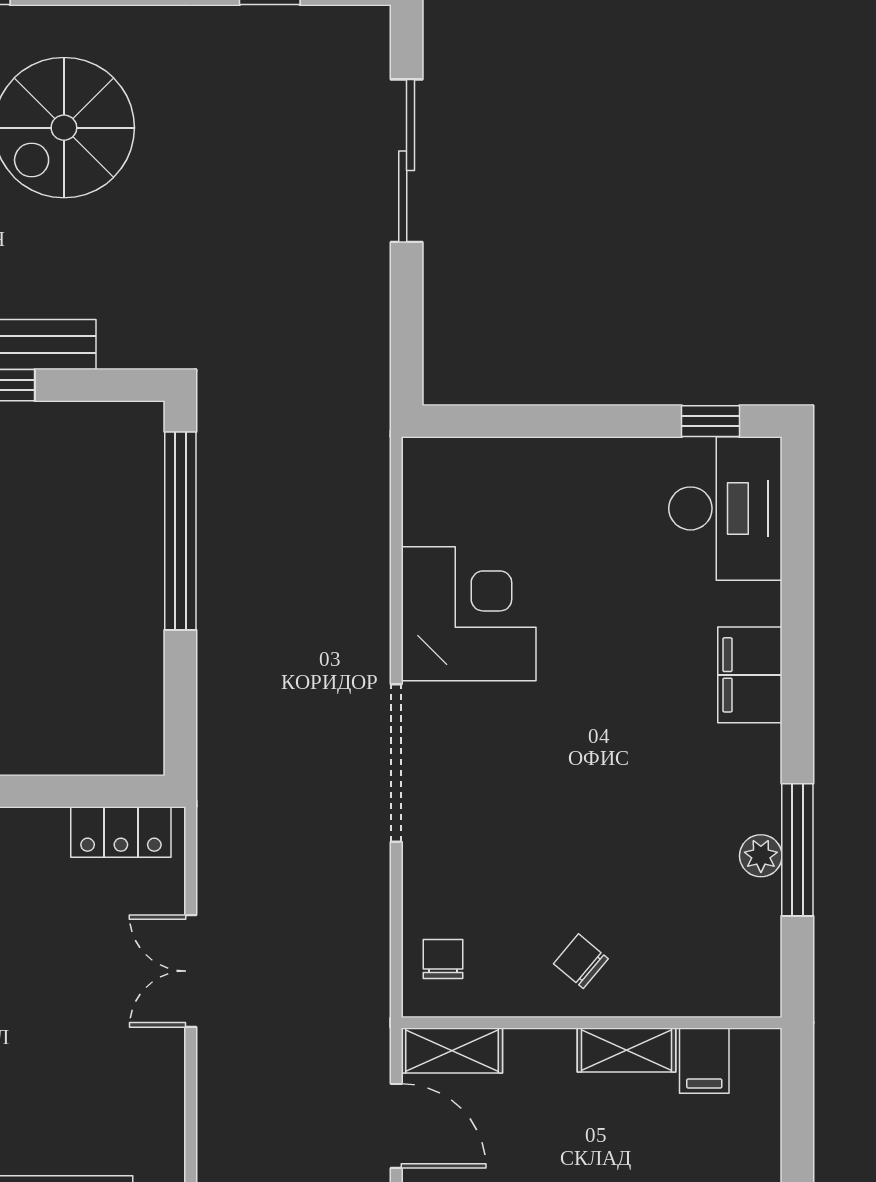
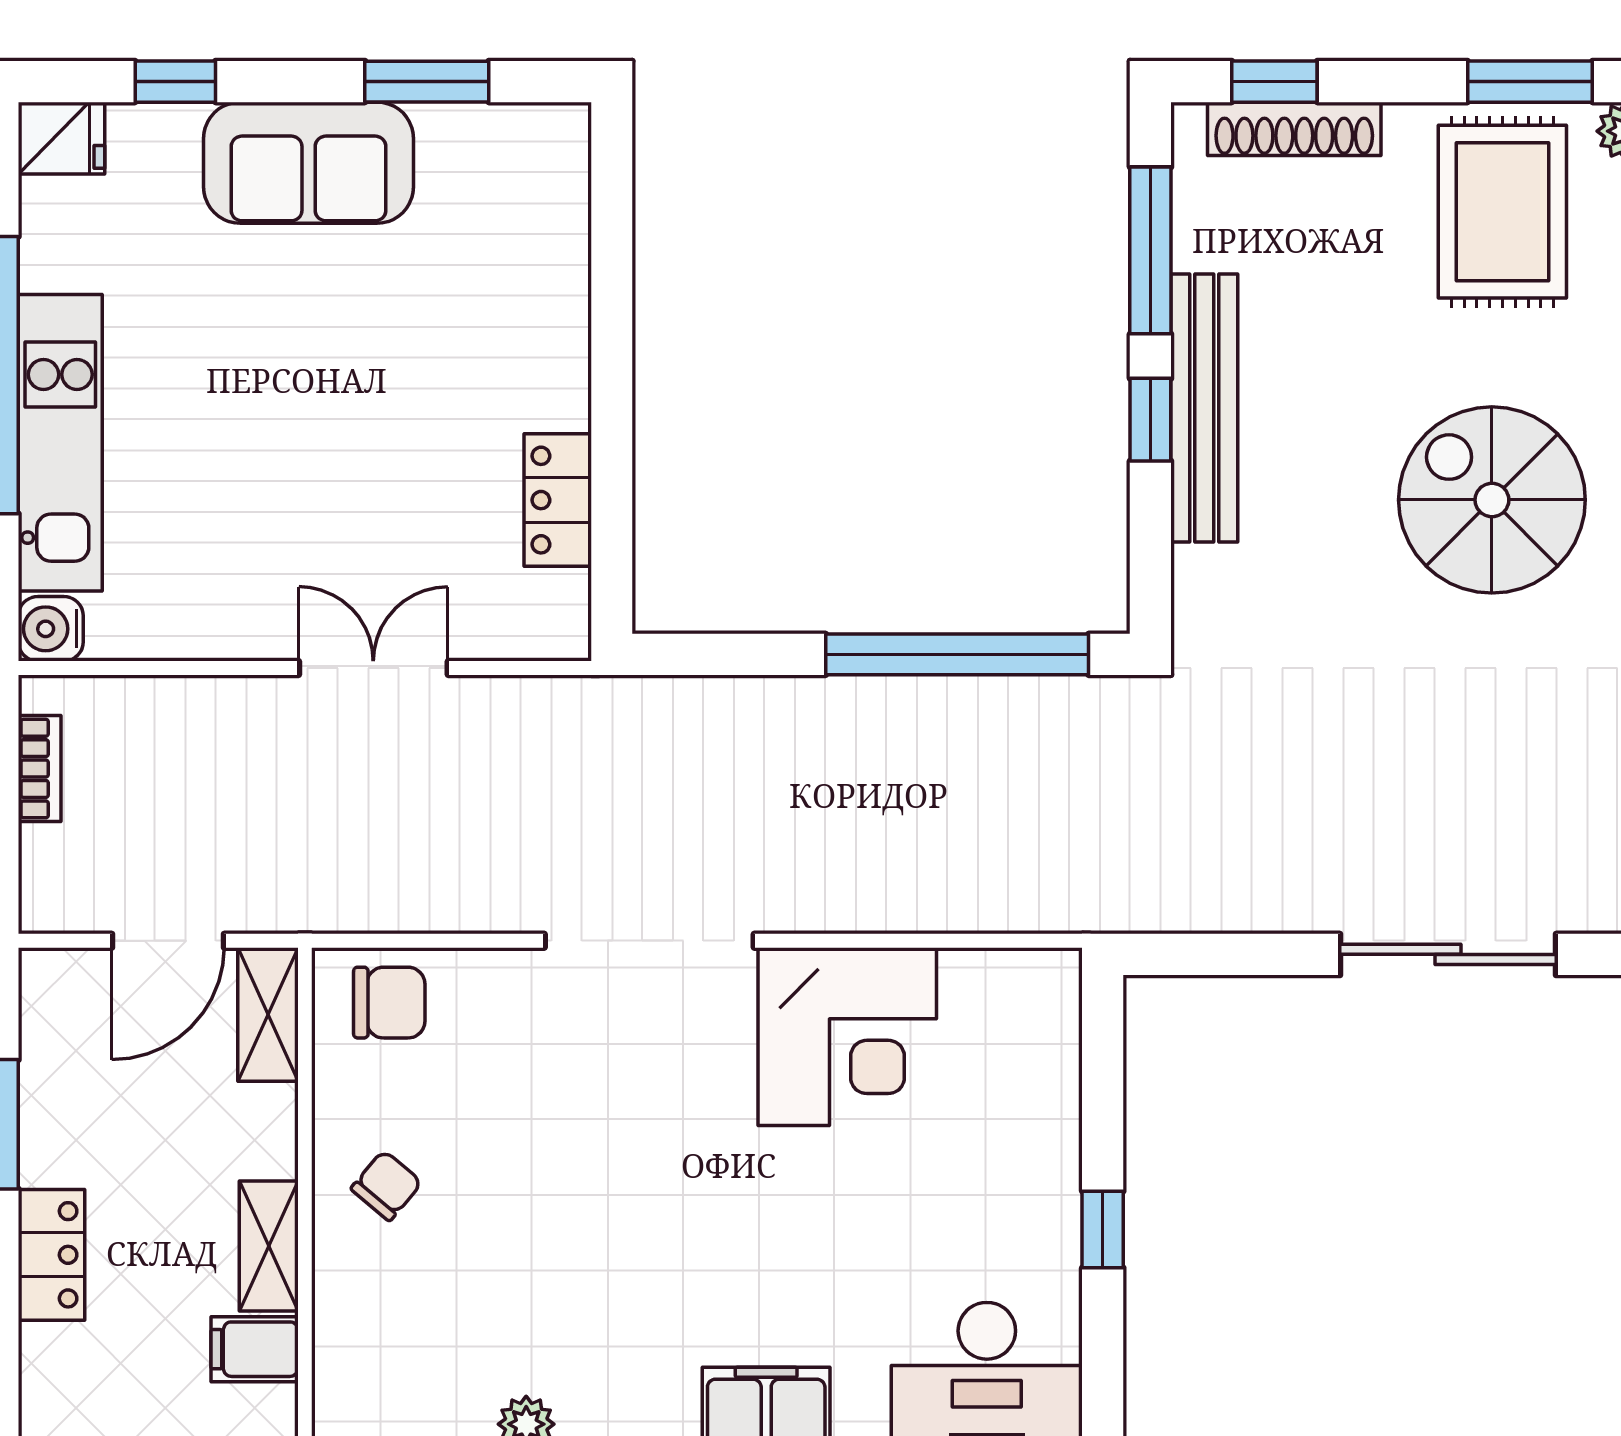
window: (710, 421) -> (1103, 1230), moved
locker: (121, 832) -> (558, 500), moved
chair: (443, 959) -> (389, 1003), width x1.37, depth x1.37

